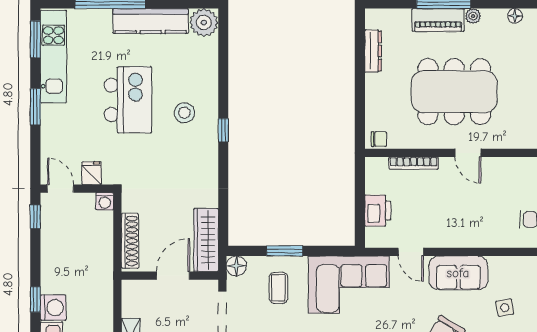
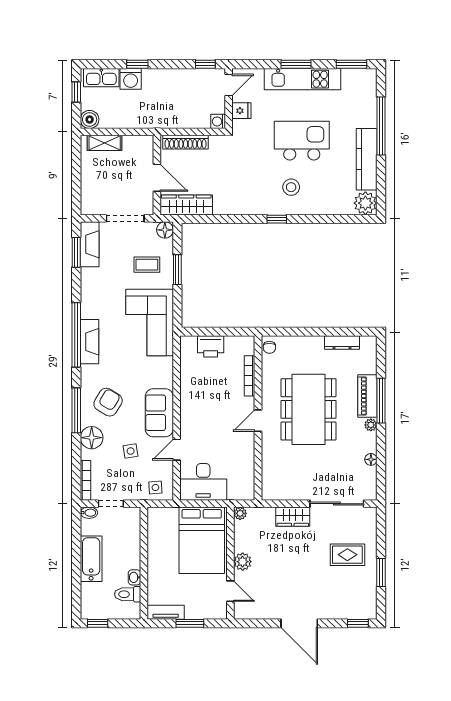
kitchen unit: (53, 57) -> (303, 79), moved
kitchen island: (128, 100) -> (302, 141), turned 180
door: (411, 252) -> (177, 450), moved

